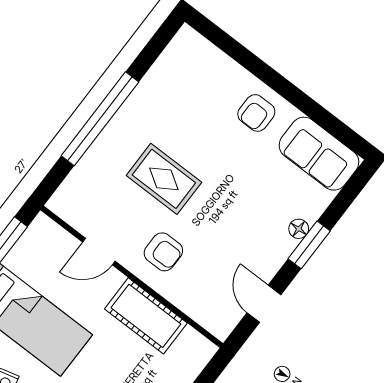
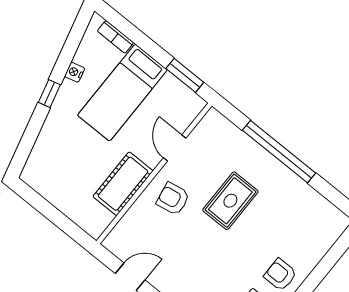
armchair: (163, 252) -> (173, 199), turned 80

